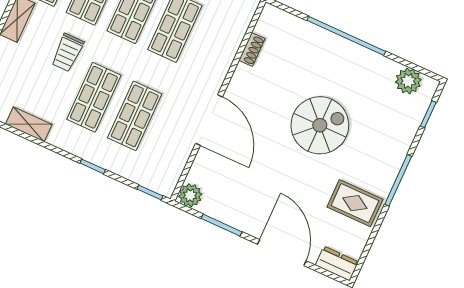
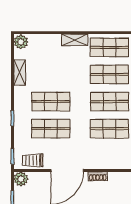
shoe rack: (252, 49) -> (98, 176), moved
trolley: (67, 53) -> (33, 160), moved

